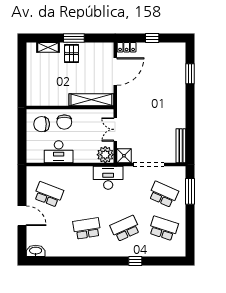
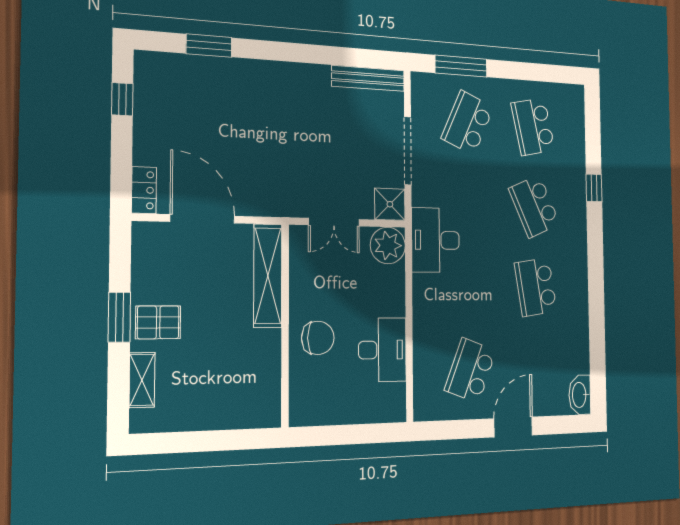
window: (152, 38) -> (122, 99), moved
chair: (42, 124) -> (322, 390), removed
school desk: (163, 228) -> (533, 127), turned -30

